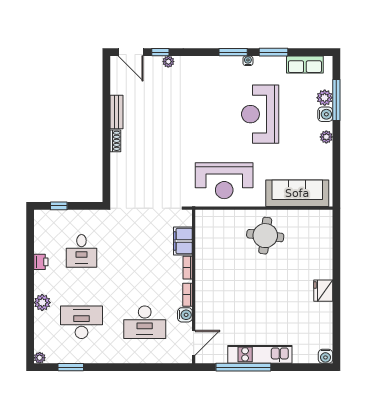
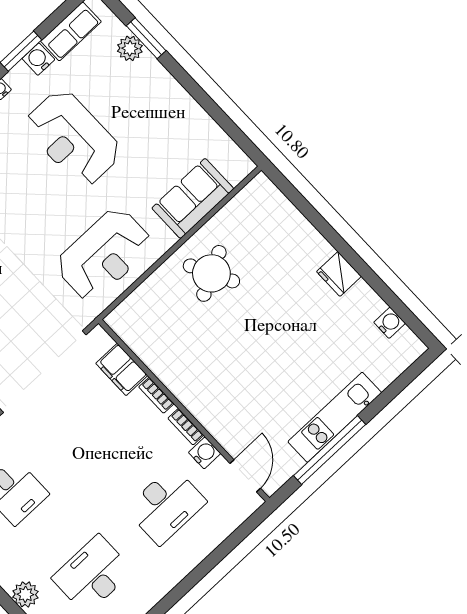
window: (336, 100) -> (146, 38), width x0.69
water cooler: (325, 114) -> (38, 59), moved, turned -90
plant: (326, 137) -> (175, 92), removed
sofa: (297, 193) -> (193, 198), width x0.73
round table: (265, 236) -> (211, 273), turned -34
water cooler: (325, 356) -> (390, 323), moved, turned -90

